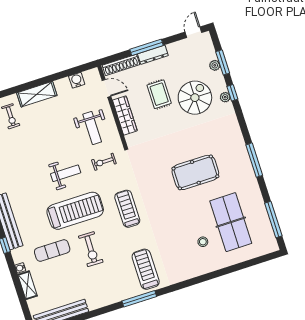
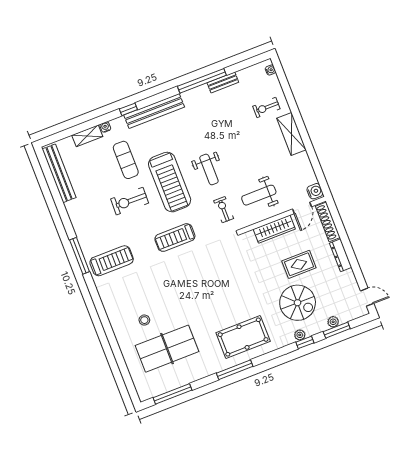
window: (146, 47) -> (348, 248), removed
water cooler: (77, 80) -> (315, 191), moved
pool table: (195, 172) -> (243, 337), moved, turned 90
treadmill: (127, 209) -> (175, 238), turned 180

